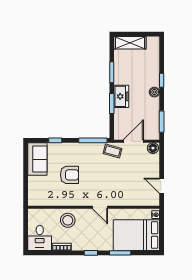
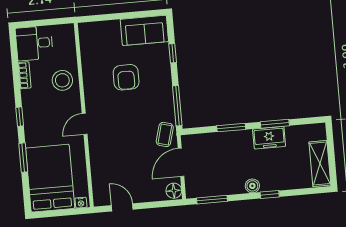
shelving: (130, 43) -> (320, 163), moved
freezer: (121, 96) -> (269, 138), moved
door: (133, 141) -> (181, 162), swing flipped
door: (162, 186) -> (122, 207), hinge flipped

